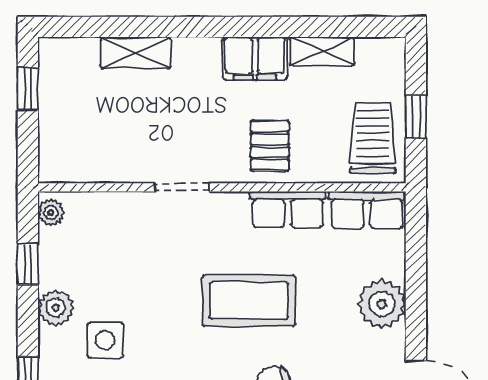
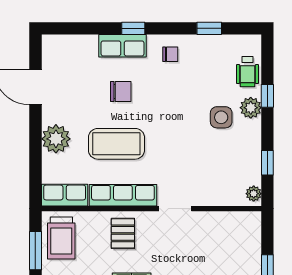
window: (416, 117) -> (35, 251), width x1.50
row of seats: (288, 210) -> (123, 195), width x1.48
coffee table: (249, 301) -> (116, 144), moved
plant: (56, 308) -> (251, 108), moved

